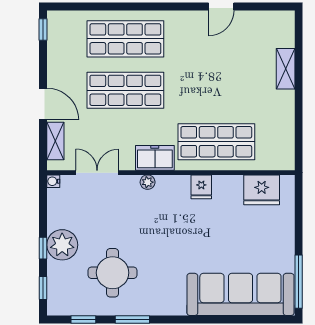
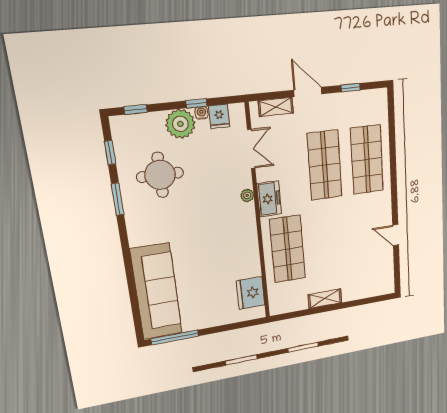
window: (43, 29) -> (351, 88), moved
shelving: (286, 69) -> (325, 299), moved
door: (43, 104) -> (308, 92), swing flipped
water cooler: (53, 181) -> (202, 113), moved
fridge: (201, 187) -> (219, 116), moved, turned -90
window: (43, 248) -> (196, 103), moved

